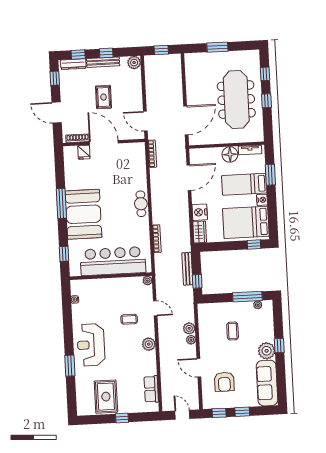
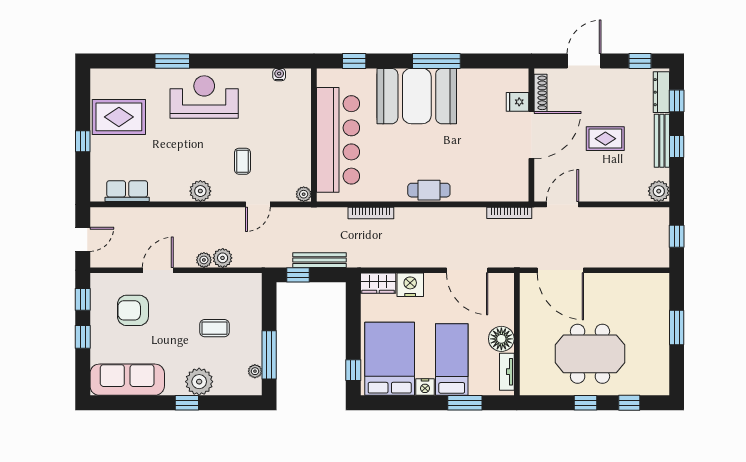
meeting table: (236, 100) -> (590, 354), width x0.73
plant: (267, 351) -> (199, 382), moved

